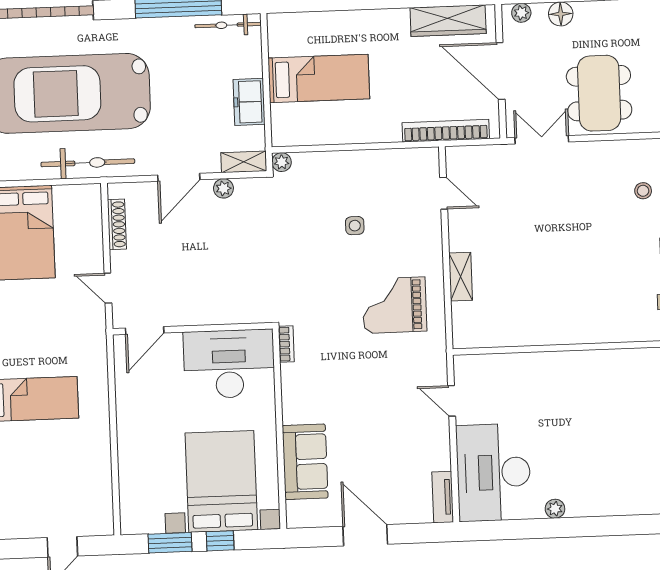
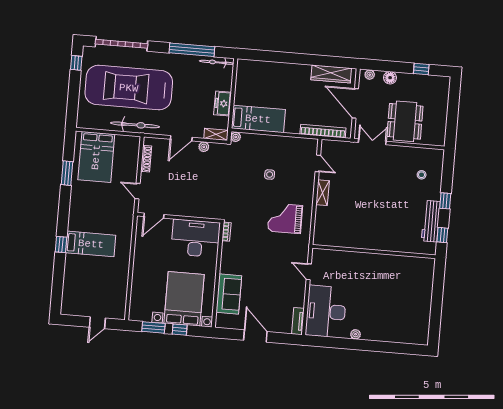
bed: (319, 78) -> (258, 119), moved
shelving: (461, 277) -> (323, 193), moved

